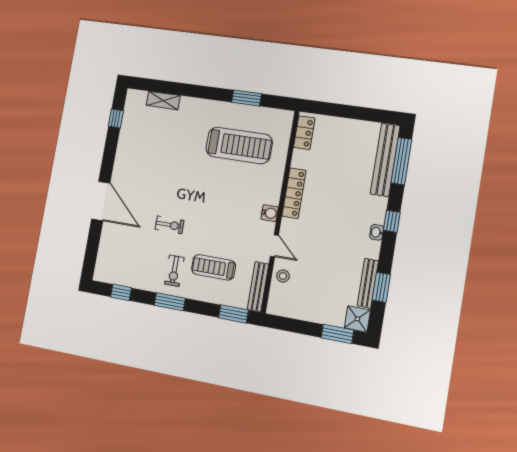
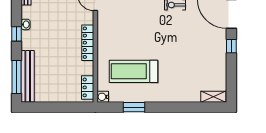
shelving: (163, 101) -> (213, 97), moved
window: (116, 118) -> (231, 46), moved
water cooler: (270, 213) -> (103, 97), moved

